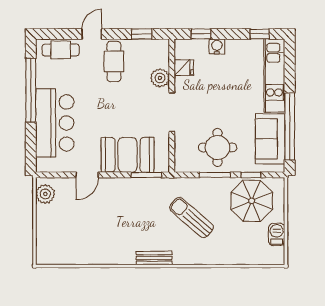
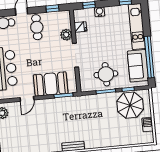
sun lounger: (191, 217) -> (94, 119), removed

